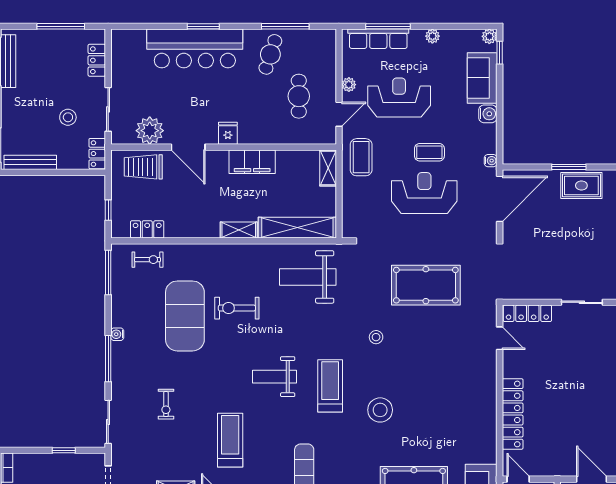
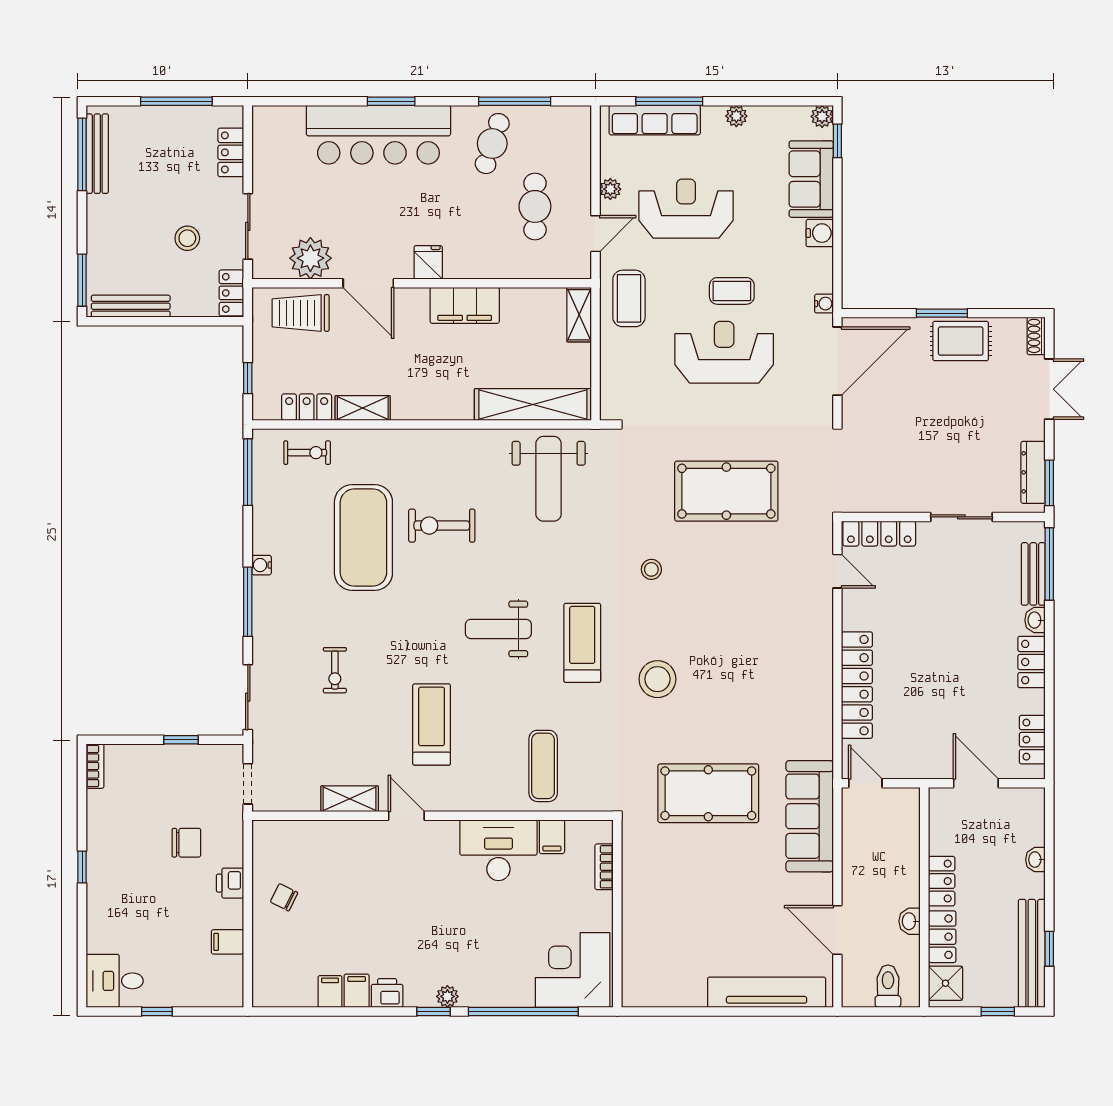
shelving: (239, 230) -> (363, 408), moved
weight bench: (308, 277) -> (549, 479), turned -90

